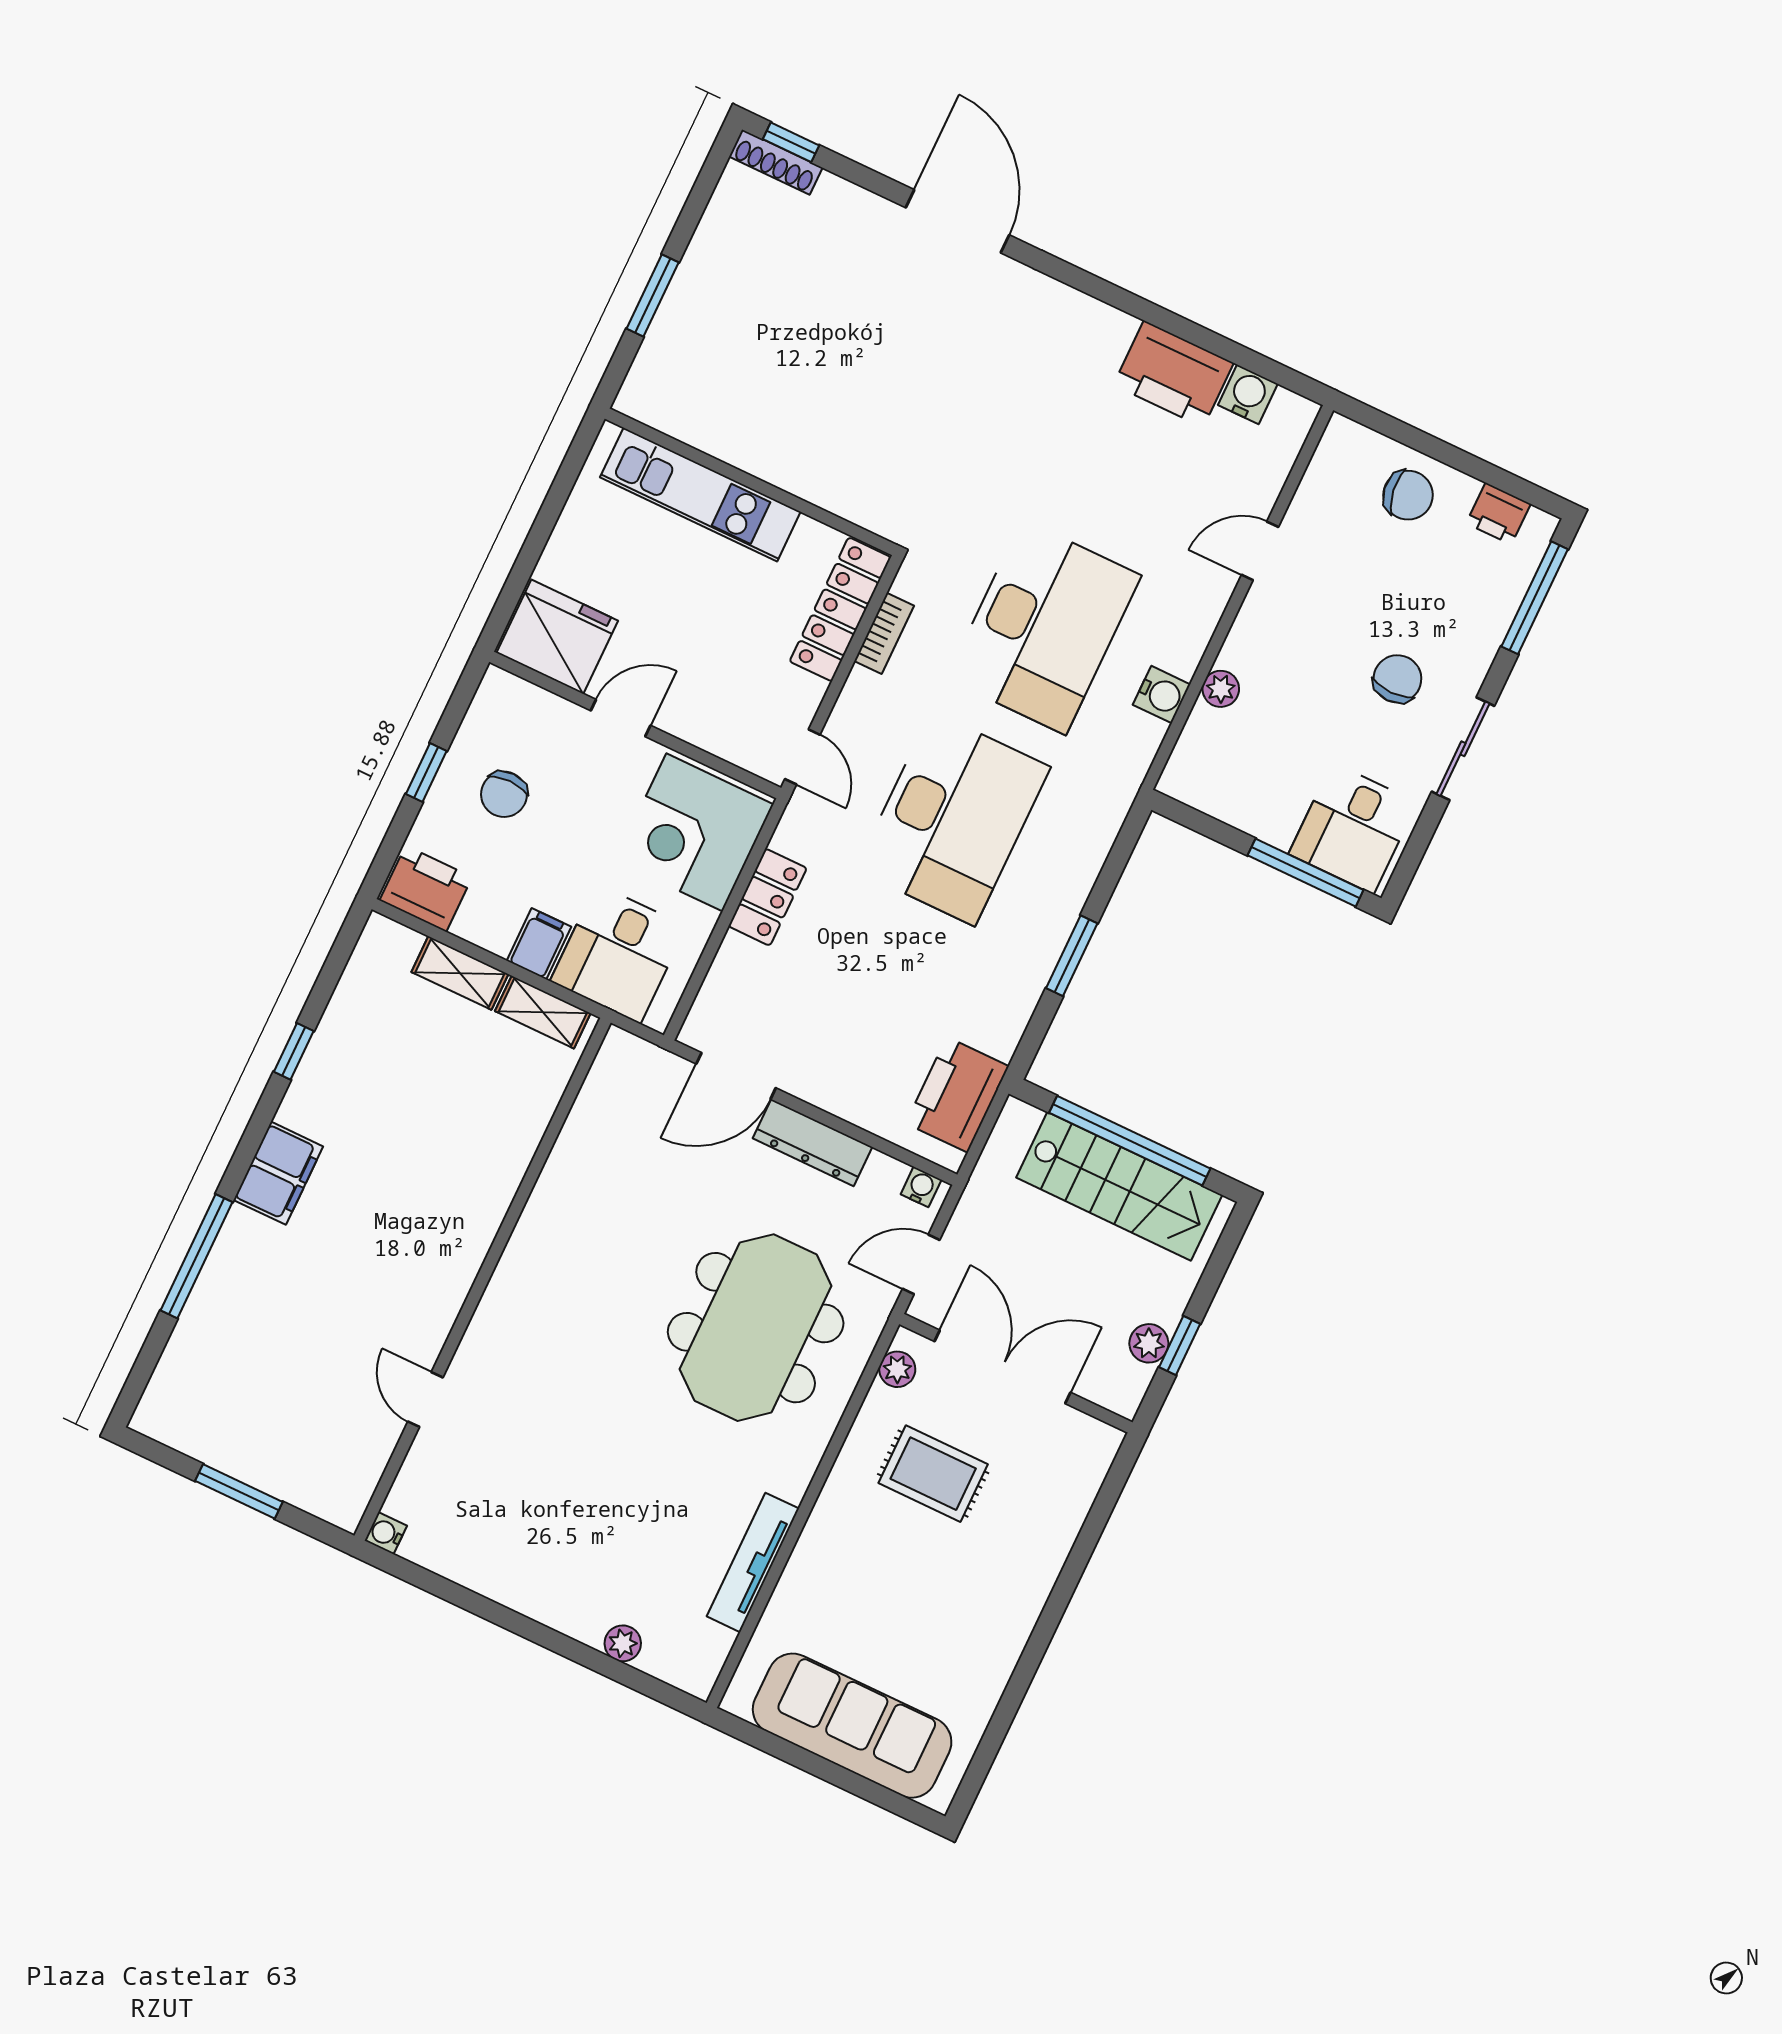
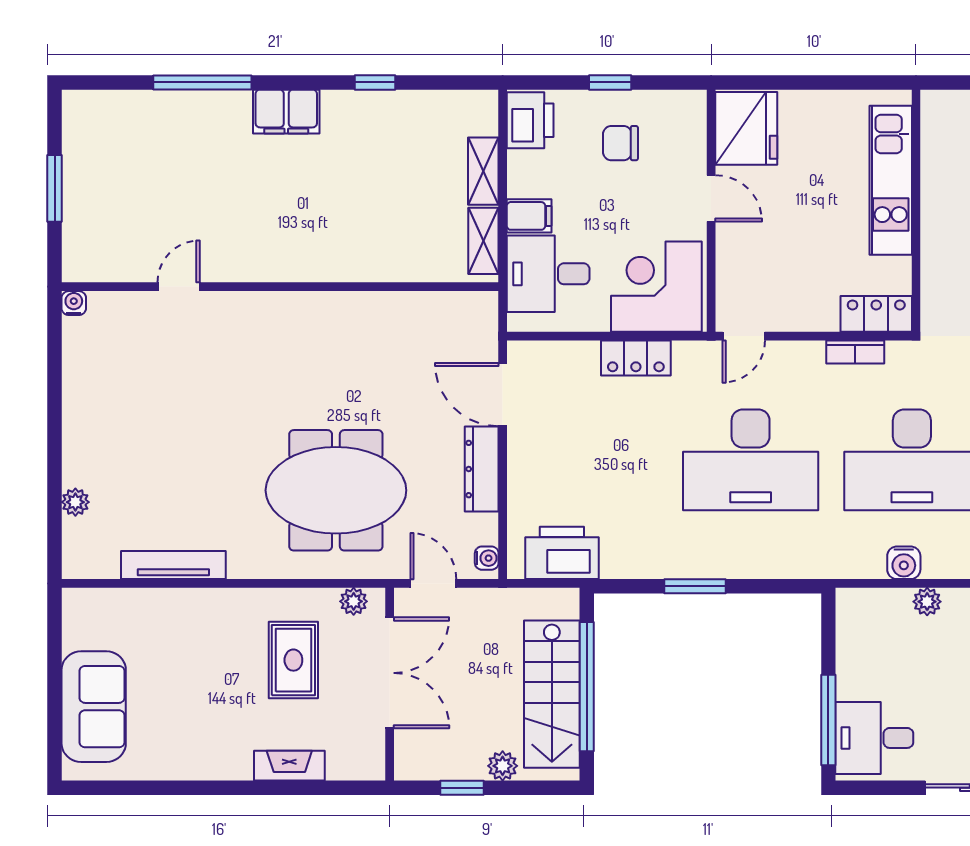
locker: (840, 609) -> (876, 314), width x0.66
plant: (1149, 1343) -> (503, 766), moved
fireplace: (1056, 1538) -> (289, 766), added
sofa: (852, 1726) -> (94, 707), width x0.73

